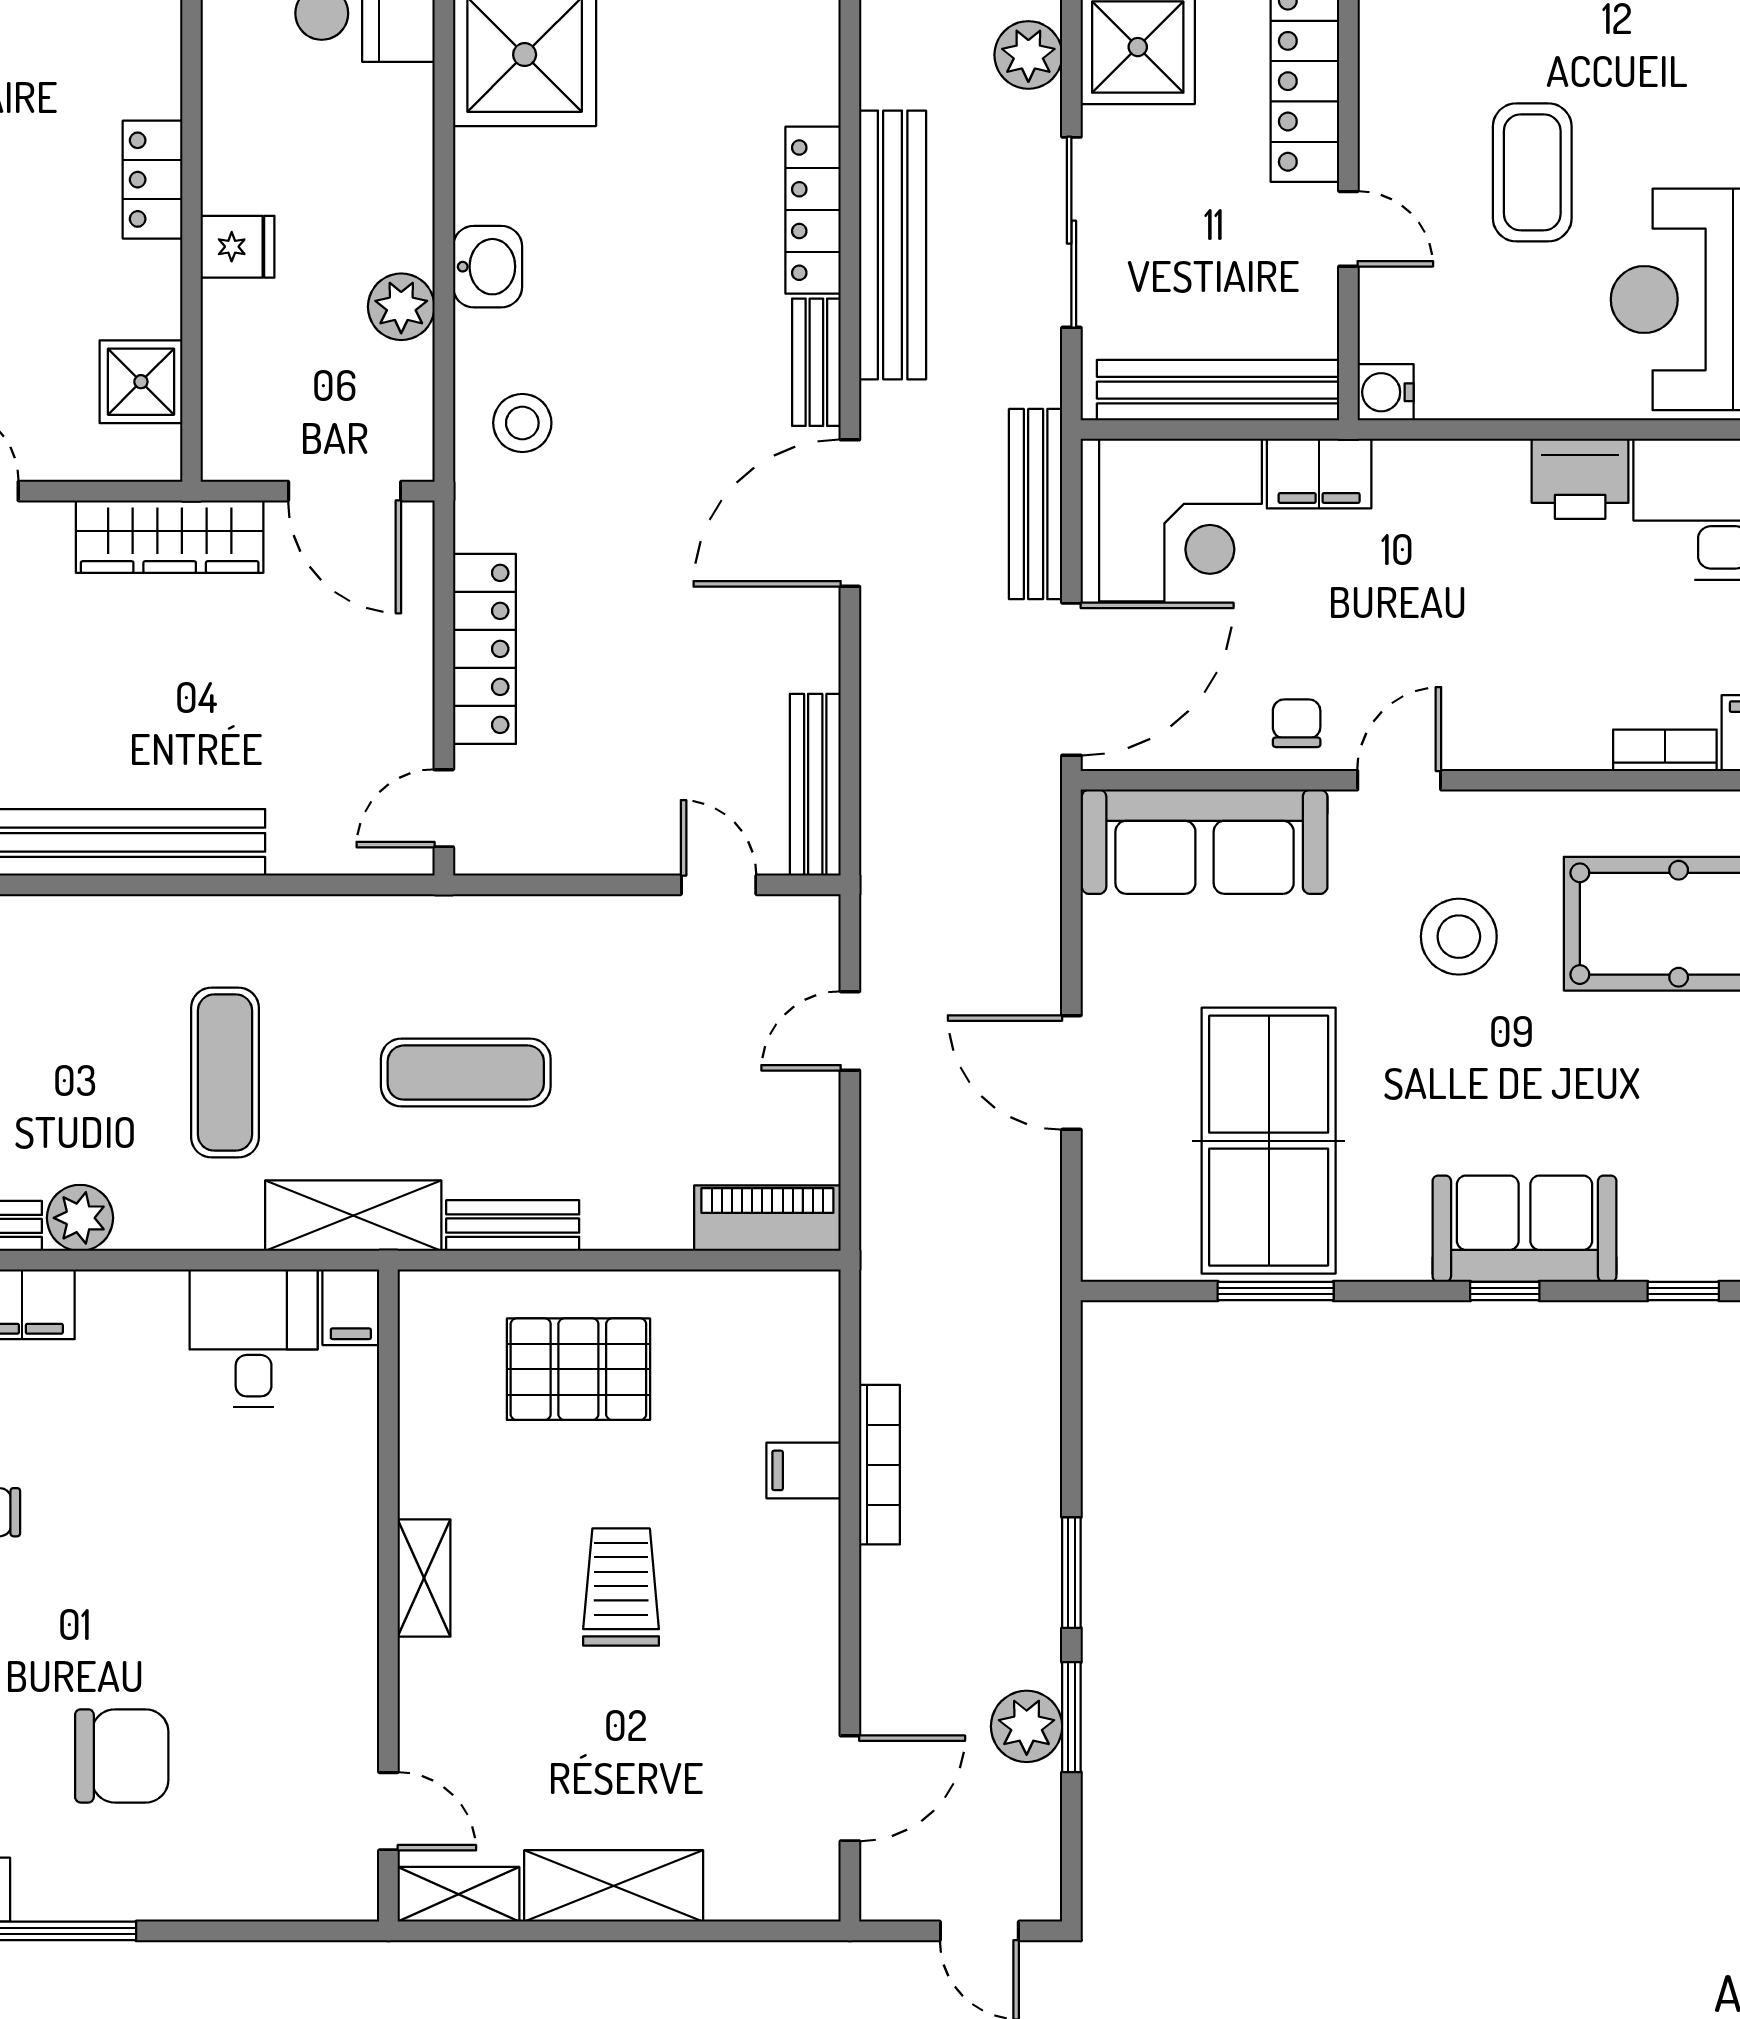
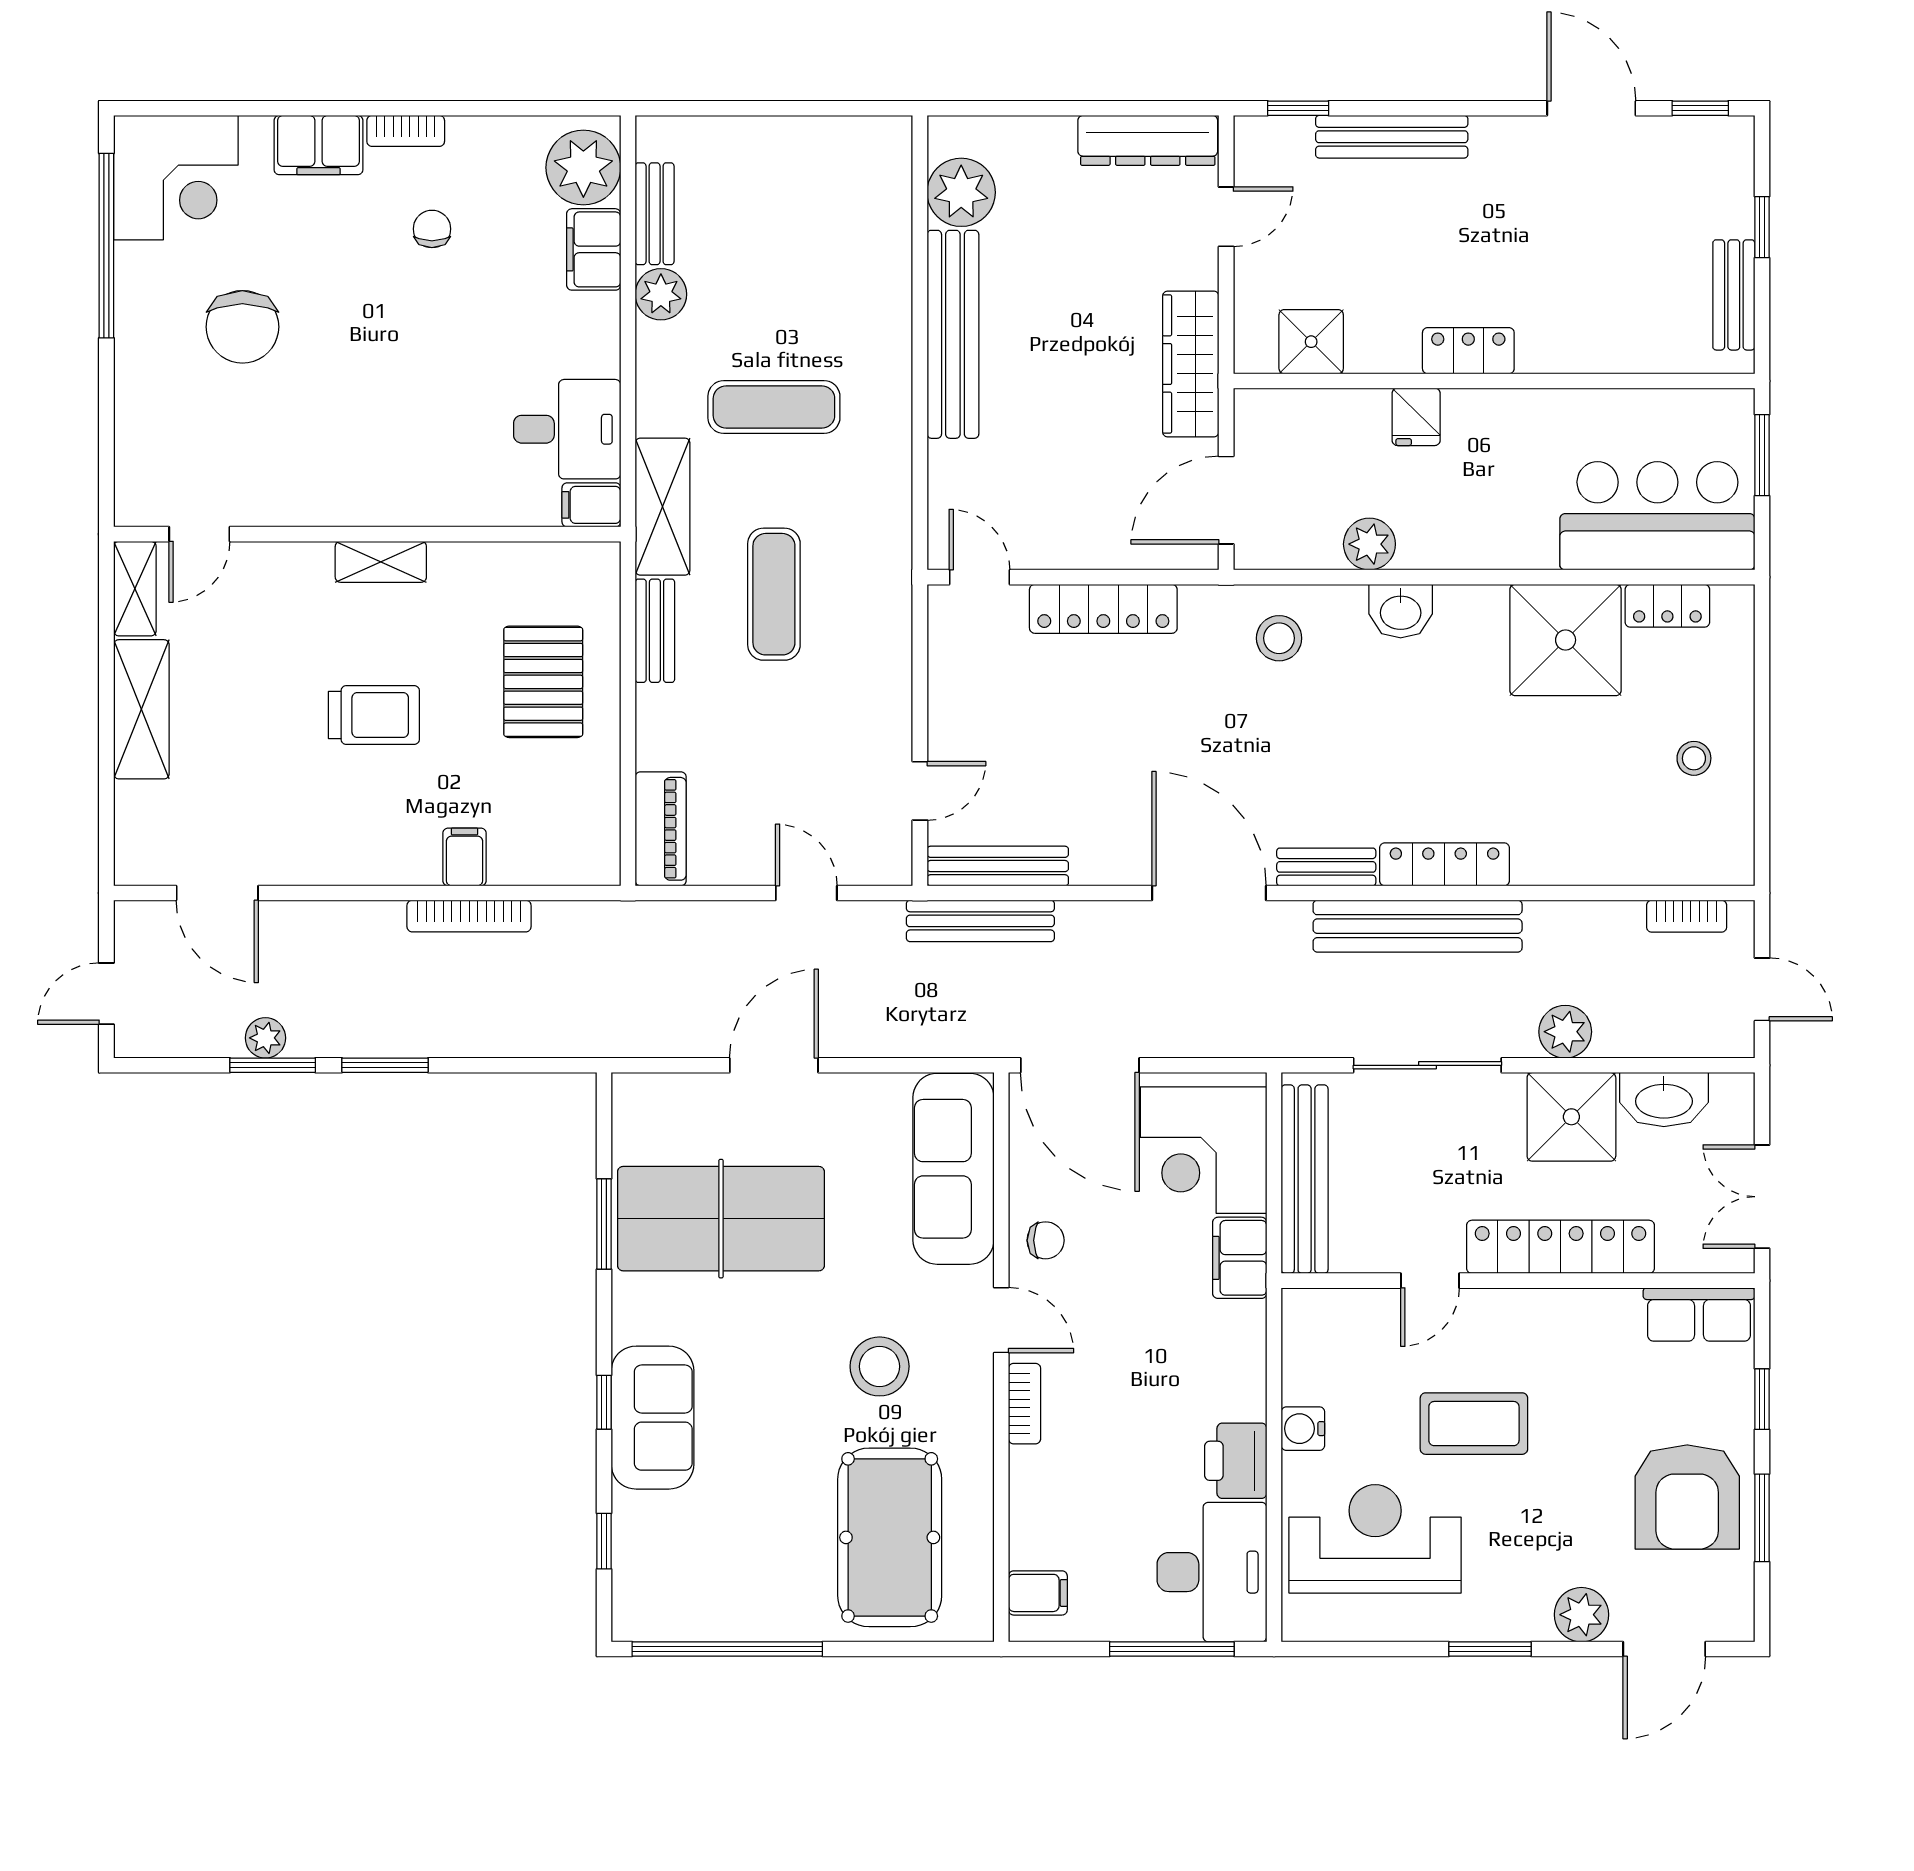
water cooler: (1386, 392) -> (1303, 1429), moved, turned -90
bench: (1036, 504) -> (980, 921), moved
bookcase: (1665, 750) -> (1024, 1404), moved
plant: (1027, 1726) -> (265, 1038), width x0.73, depth x0.73

